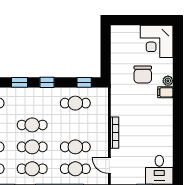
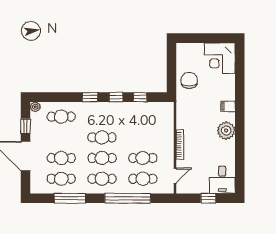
chair: (143, 75) -> (189, 80), moved, turned 180
plant: (168, 81) -> (226, 131), moved, width x1.87, depth x1.87
window: (84, 82) -> (140, 97), moved
cafe table: (75, 103) -> (143, 117), removed
door: (109, 165) -> (175, 176), swing flipped

